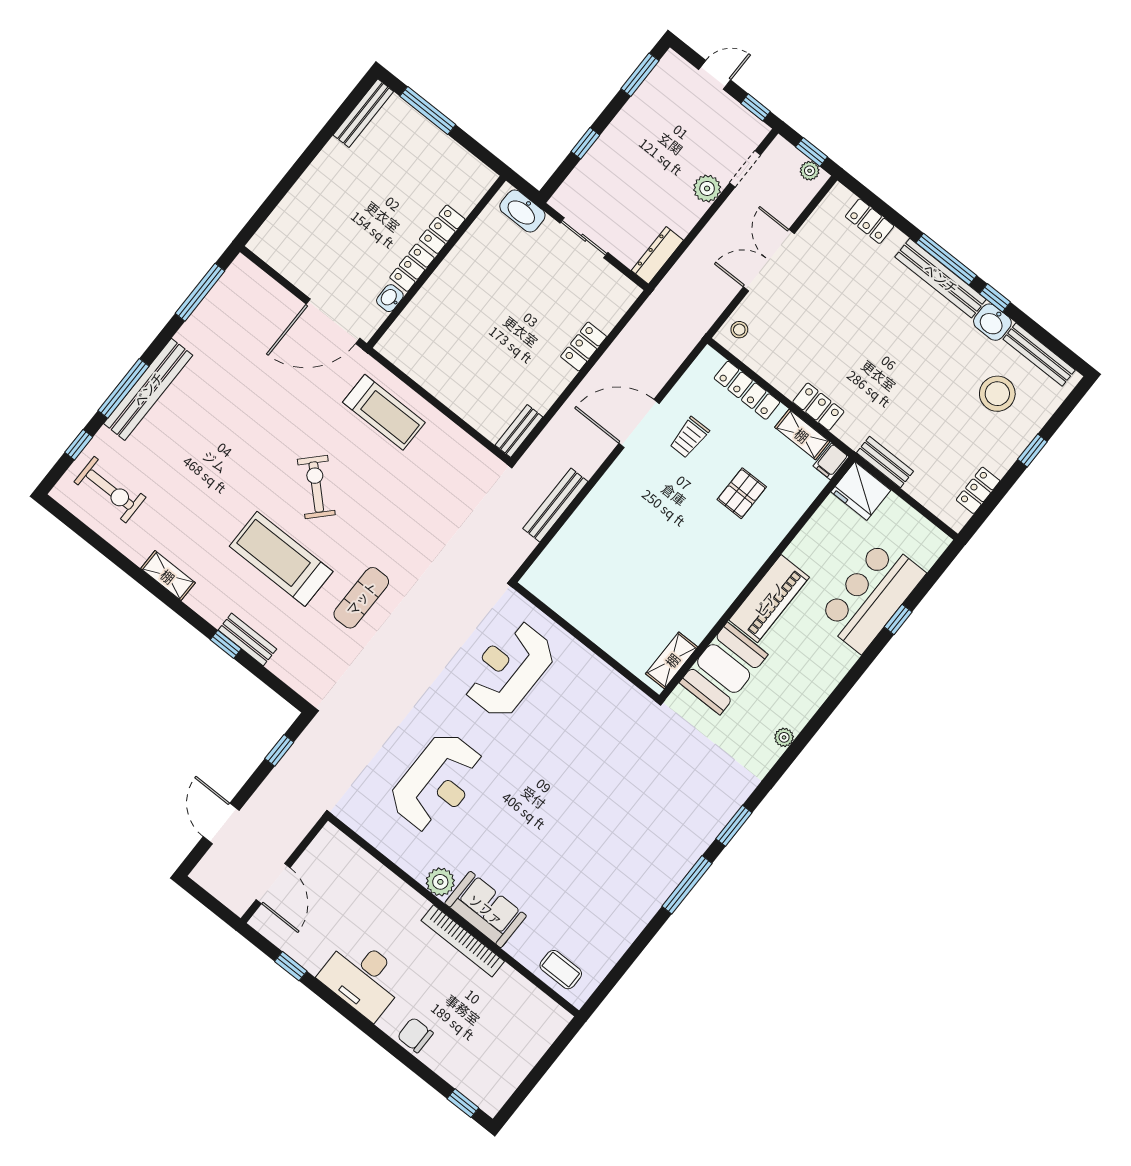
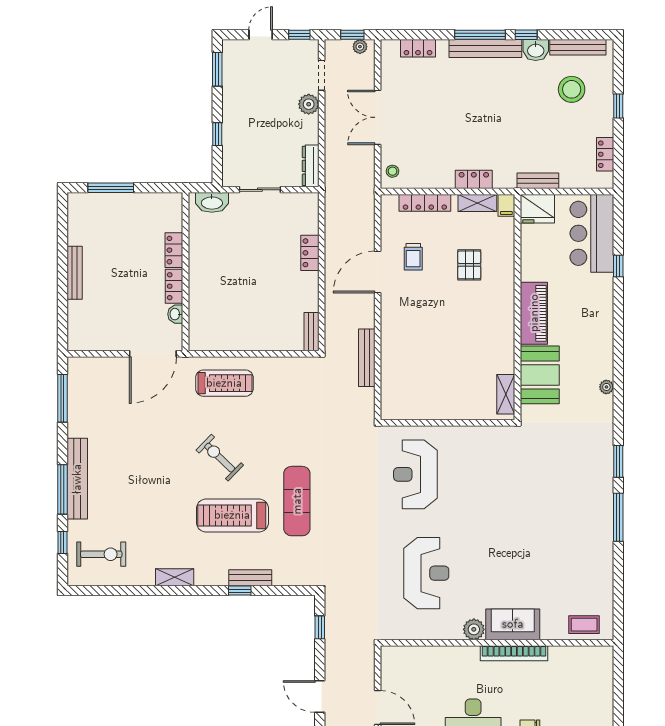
bench: (363, 113) -> (75, 273), moved
bar counter: (871, 596) -> (592, 233), moved
exercise mat: (361, 598) -> (297, 501), width x1.36, depth x1.45

